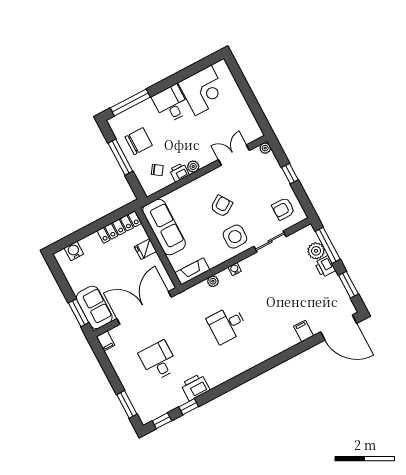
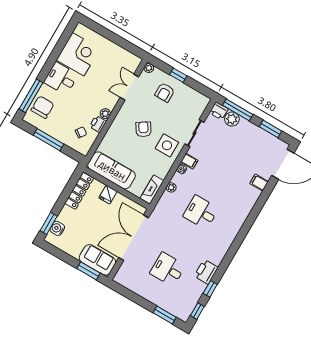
chair: (139, 141) -> (43, 107), moved
armchair: (283, 209) -> (165, 92), moved
window: (68, 241) -> (49, 223), added
printer: (325, 267) -> (219, 111), moved
desk: (227, 324) -> (201, 212), turned 90
filing cabinet: (106, 341) -> (189, 161), moved

